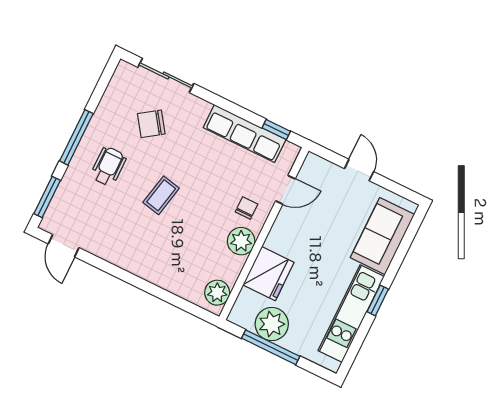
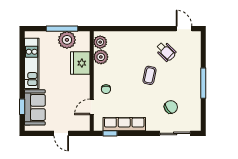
wheelchair: (108, 166) -> (166, 51), moved, turned -45
window: (47, 197) -> (203, 48), removed
plant: (241, 241) -> (101, 57), moved
window: (378, 300) -> (22, 107), moved

